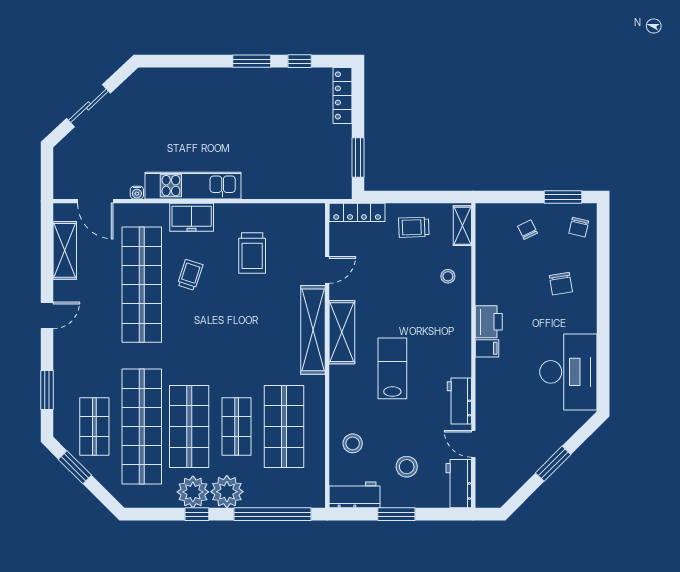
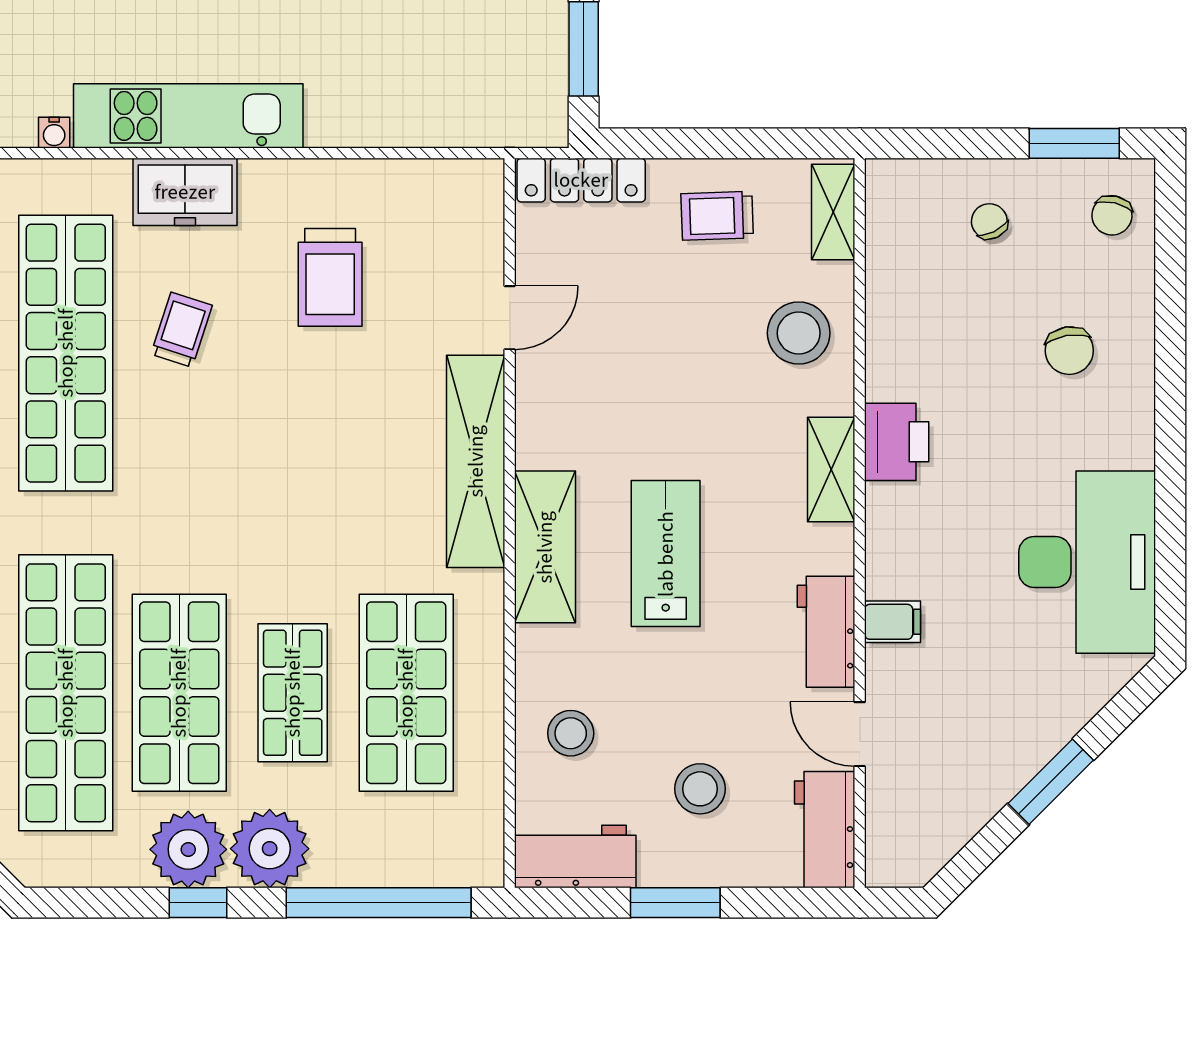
stool: (448, 276) -> (799, 333), width x1.89, depth x1.89
shelving: (342, 332) -> (545, 547), moved
shelving: (461, 333) -> (831, 469), added
filing cabinet: (487, 348) -> (892, 622), moved

